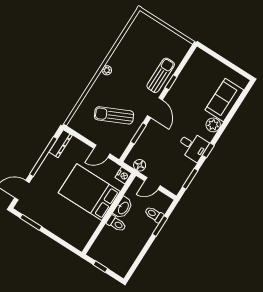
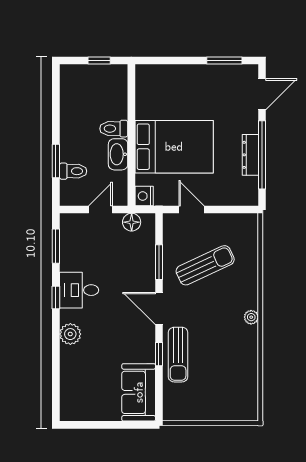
sofa: (224, 100) -> (139, 392), moved, turned 180
dresser: (61, 144) -> (250, 155), moved
door: (102, 151) -> (191, 210), hinge flipped

